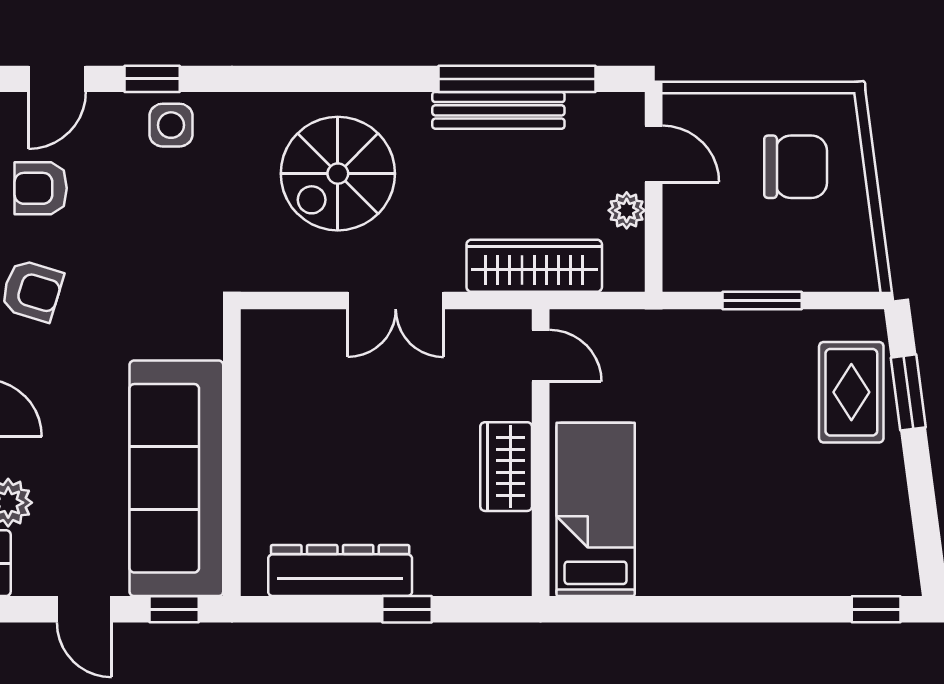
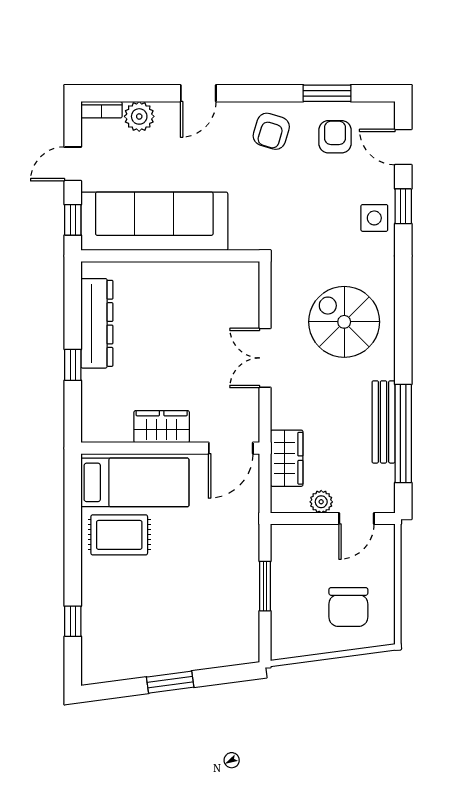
wardrobe: (534, 266) -> (287, 458), width x0.67
door: (541, 356) -> (231, 448), width x1.38
rug: (851, 392) -> (119, 535), moved
window: (908, 392) -> (170, 682), moved
window: (876, 609) -> (73, 621), moved

